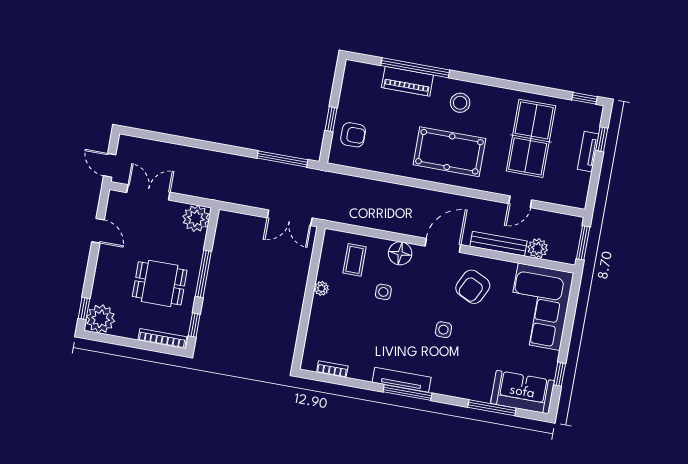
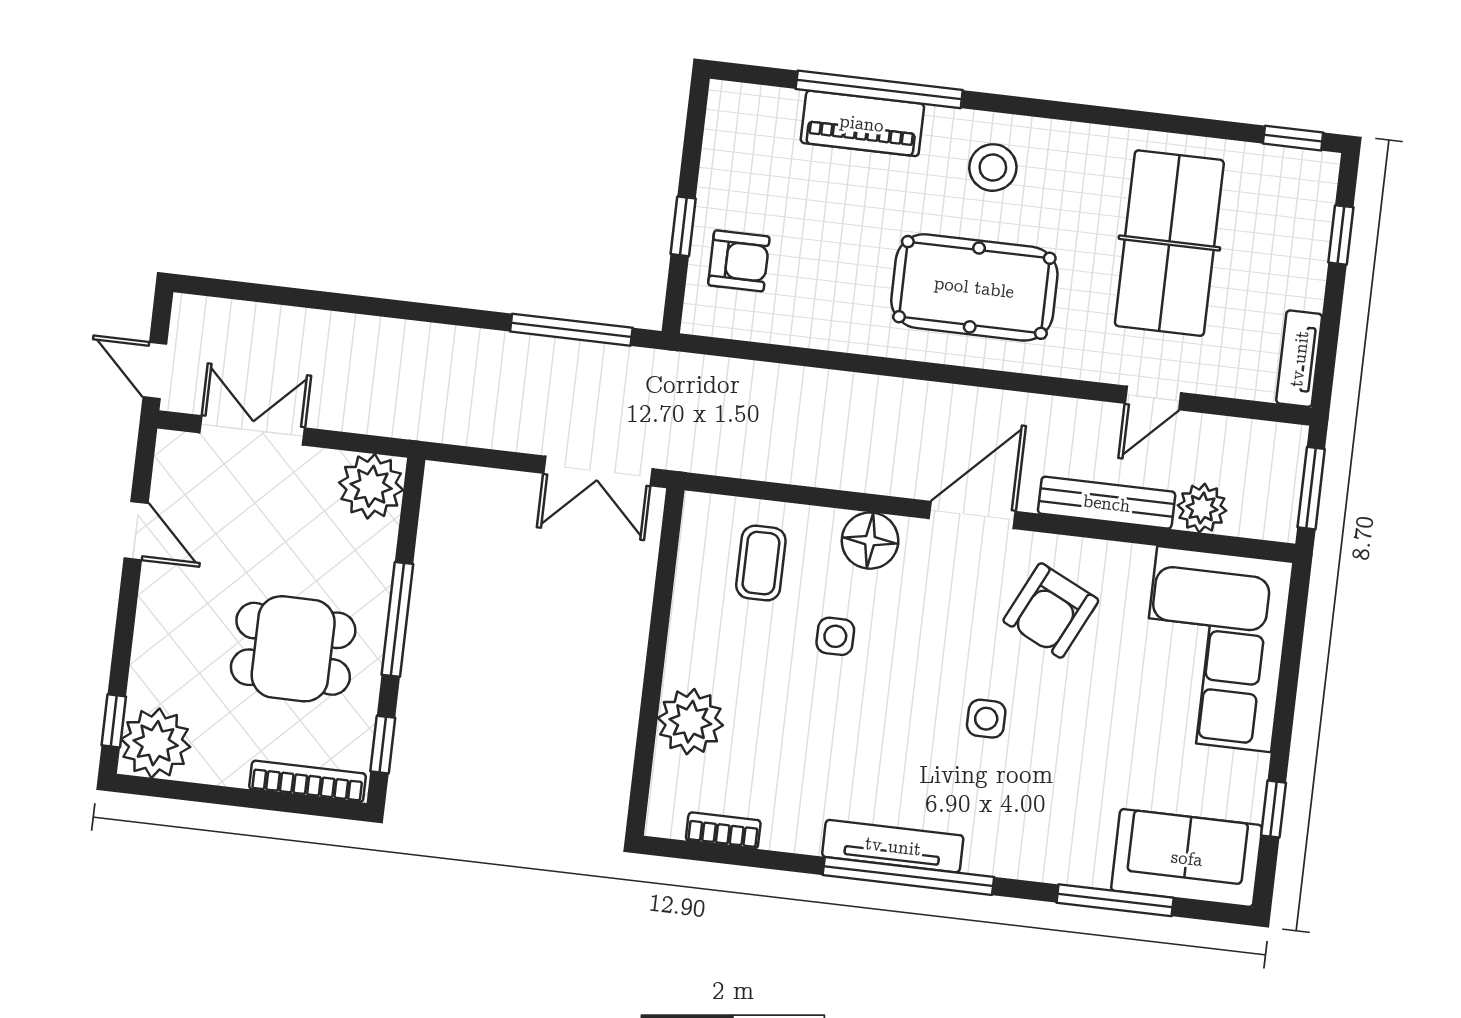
tv unit: (588, 152) -> (1299, 359), moved
plant: (321, 288) -> (690, 722), moved, width x1.87, depth x1.87
window: (407, 393) -> (908, 876), width x1.46

